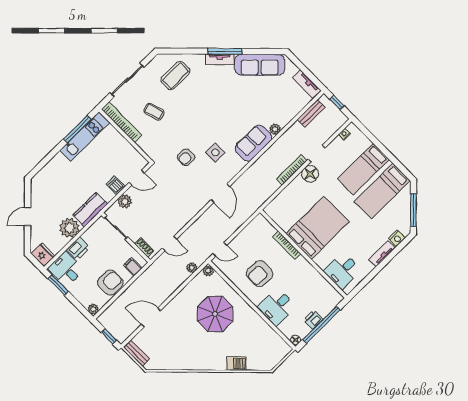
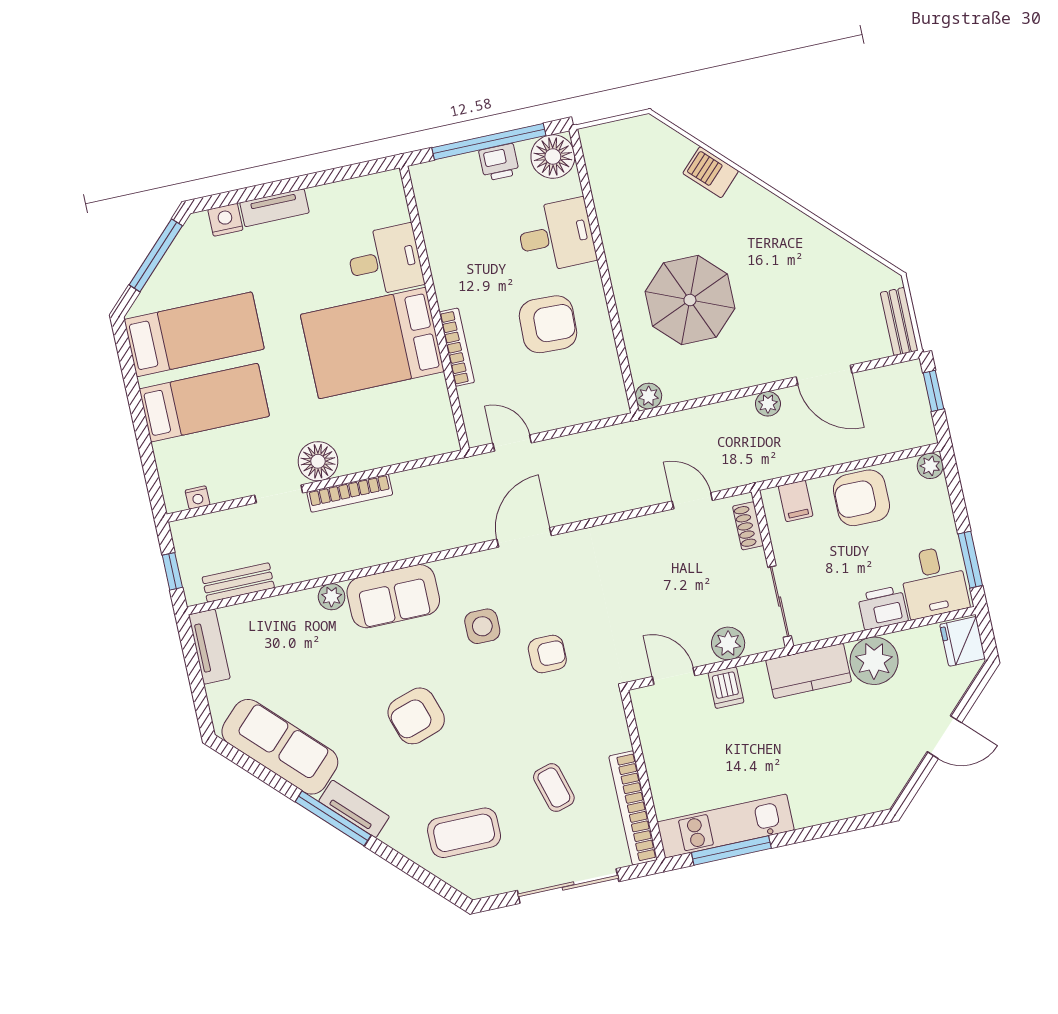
armchair: (219, 106) -> (416, 716), added
door: (220, 249) -> (512, 443), moved
plant: (192, 268) -> (768, 404), moved
desk: (342, 271) -> (385, 261), moved
floor lamp: (295, 340) -> (553, 157), width x1.89, depth x1.89

